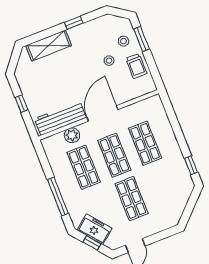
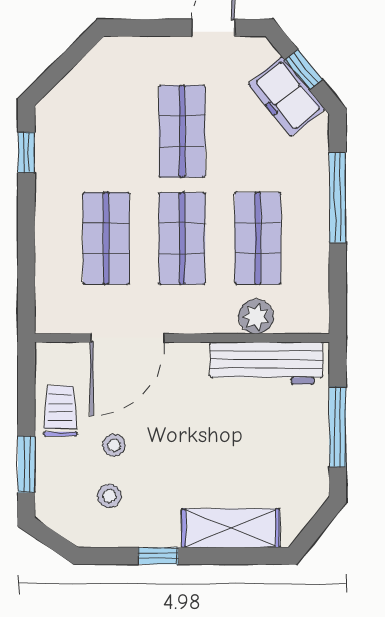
stool: (123, 41) -> (109, 496), moved
window: (21, 104) -> (338, 427), width x2.17
door: (102, 113) -> (127, 338), moved

